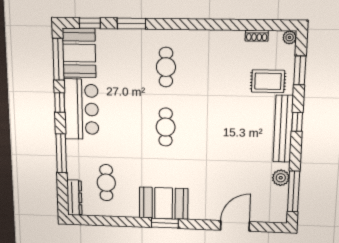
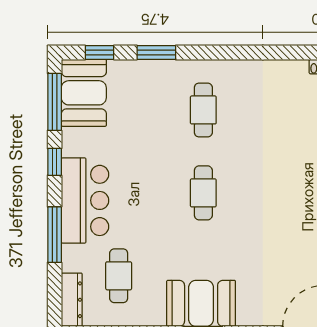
bar counter: (81, 109) -> (85, 200), moved

